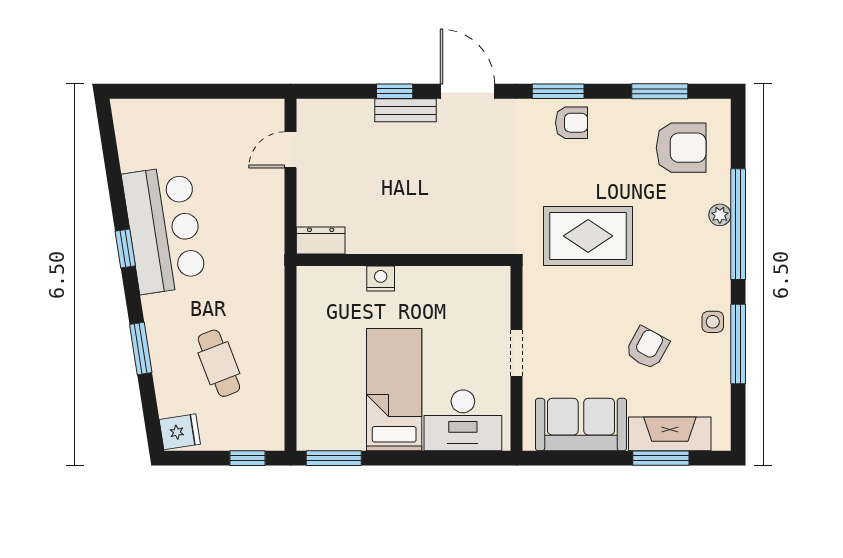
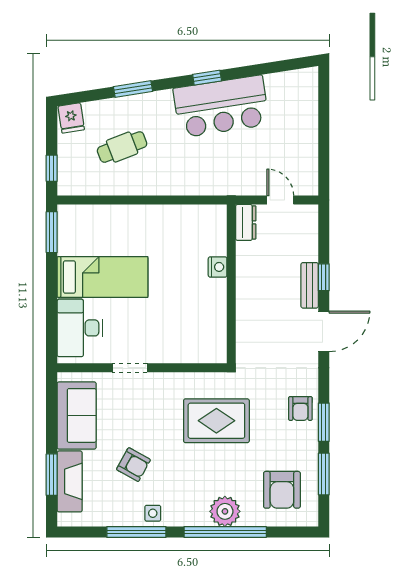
window: (558, 91) -> (324, 422), moved
plant: (720, 215) -> (225, 511), width x1.88, depth x1.88
rug: (588, 236) -> (216, 421), turned 90
dresser: (321, 240) -> (246, 222), moved
wall: (403, 260) -> (231, 284), moved
nightstand: (381, 278) -> (218, 267), moved

